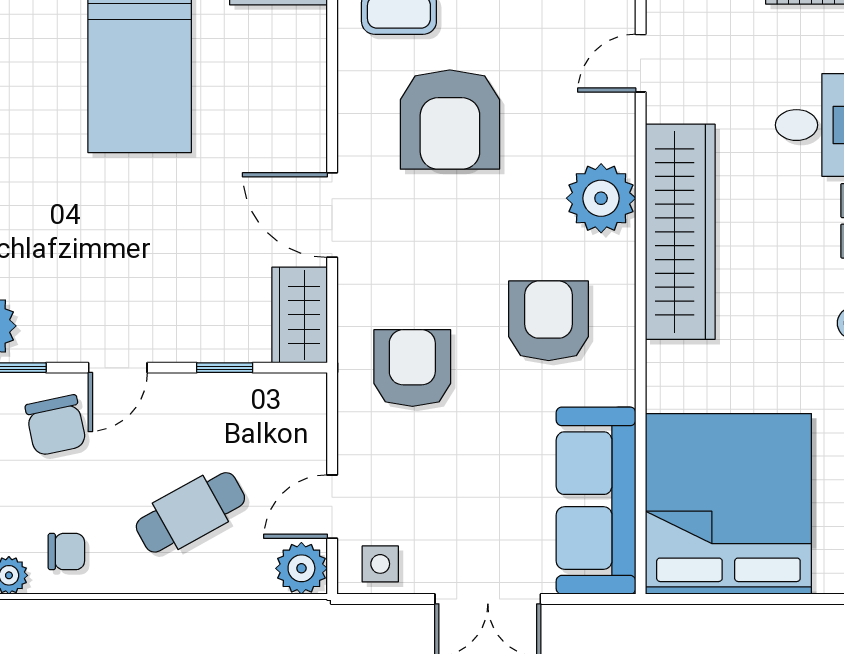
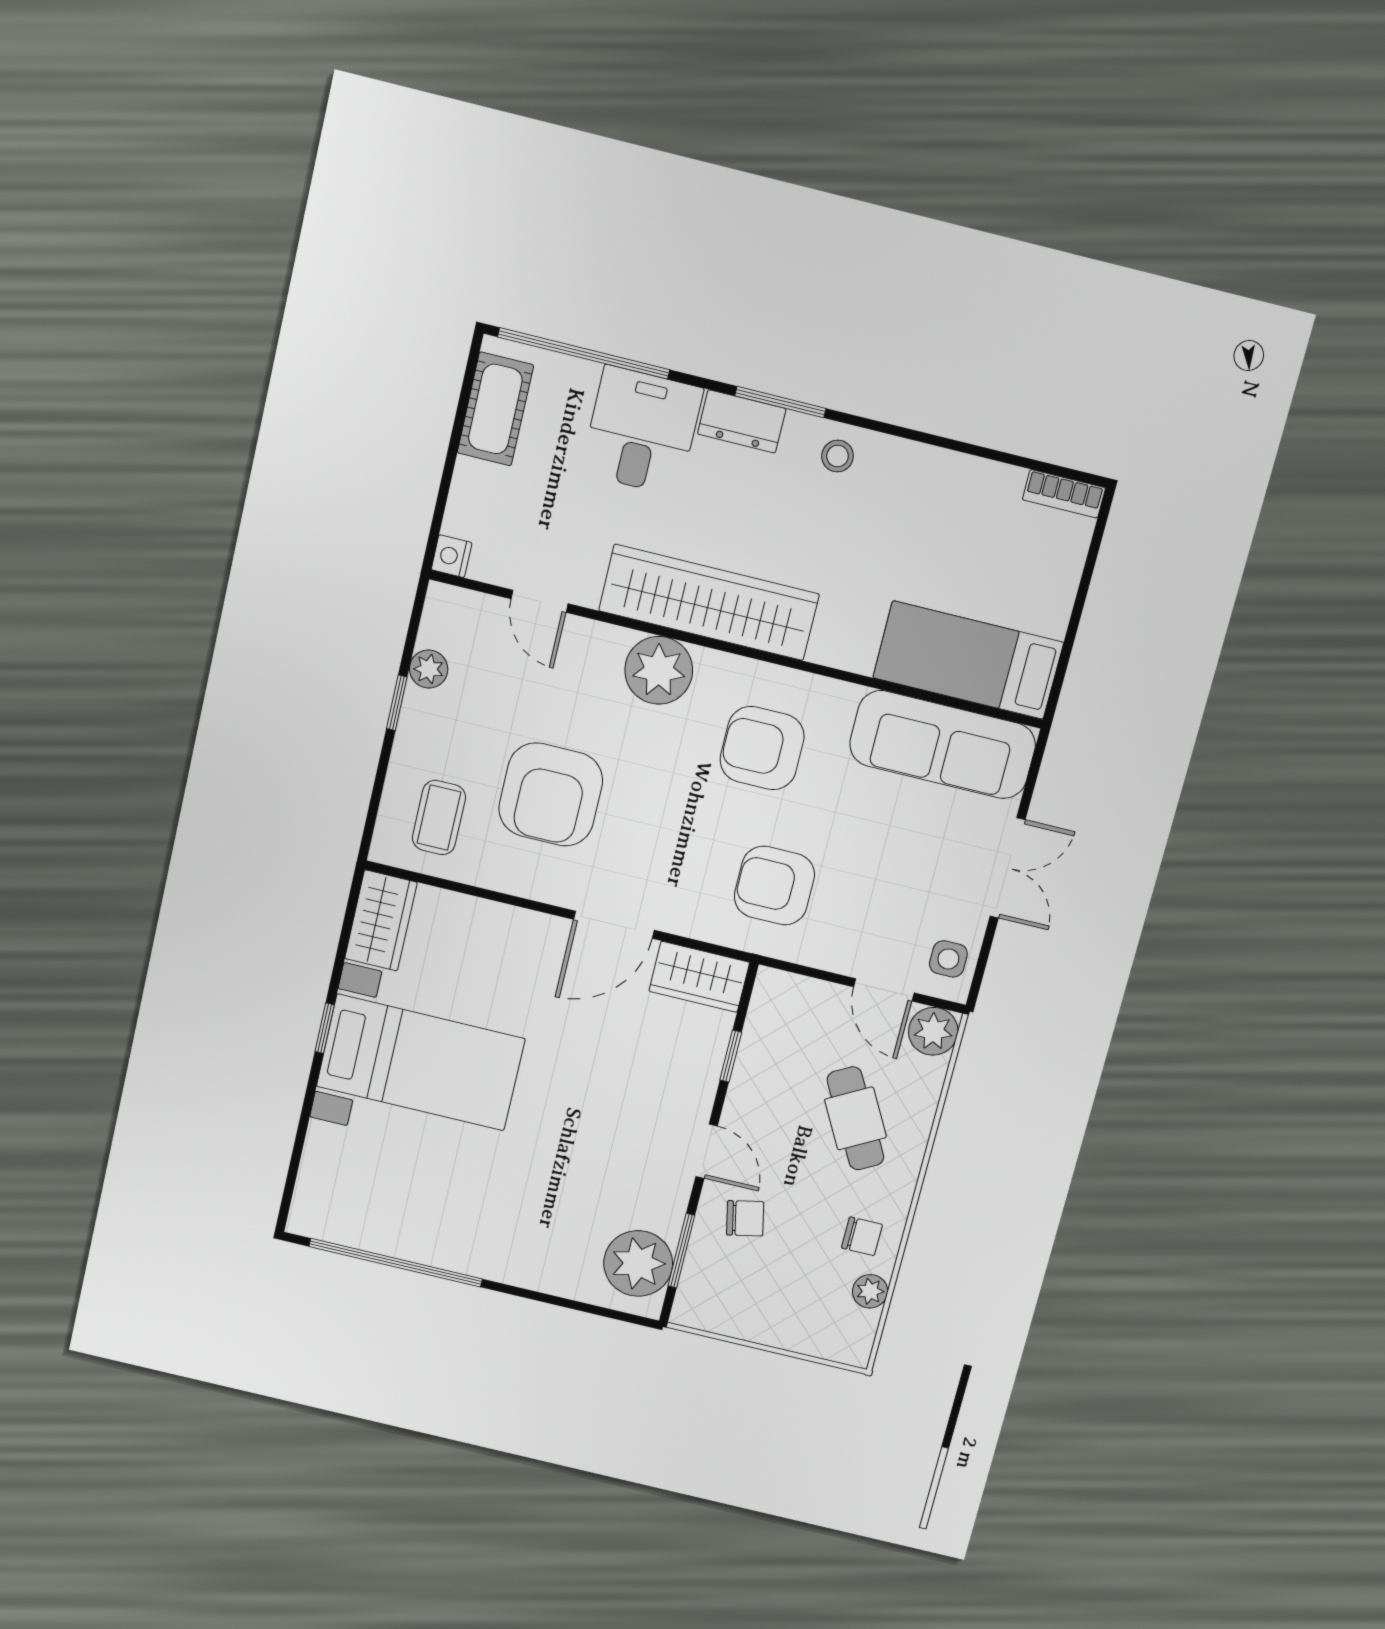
armchair: (450, 120) -> (551, 794), turned 90
chair: (56, 425) -> (745, 1218), width x0.73, depth x0.73
bed: (728, 504) -> (968, 660), width x0.49
chair: (66, 552) -> (862, 1236), turned 90

